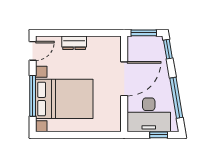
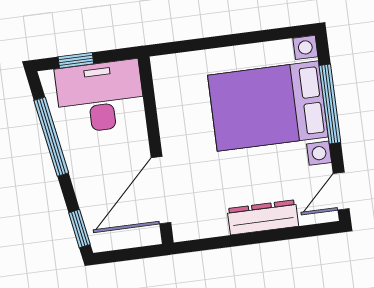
window: (144, 33) -> (130, 254), removed
dresser: (74, 43) -> (263, 217), width x1.44
door: (124, 79) -> (161, 190), moved

